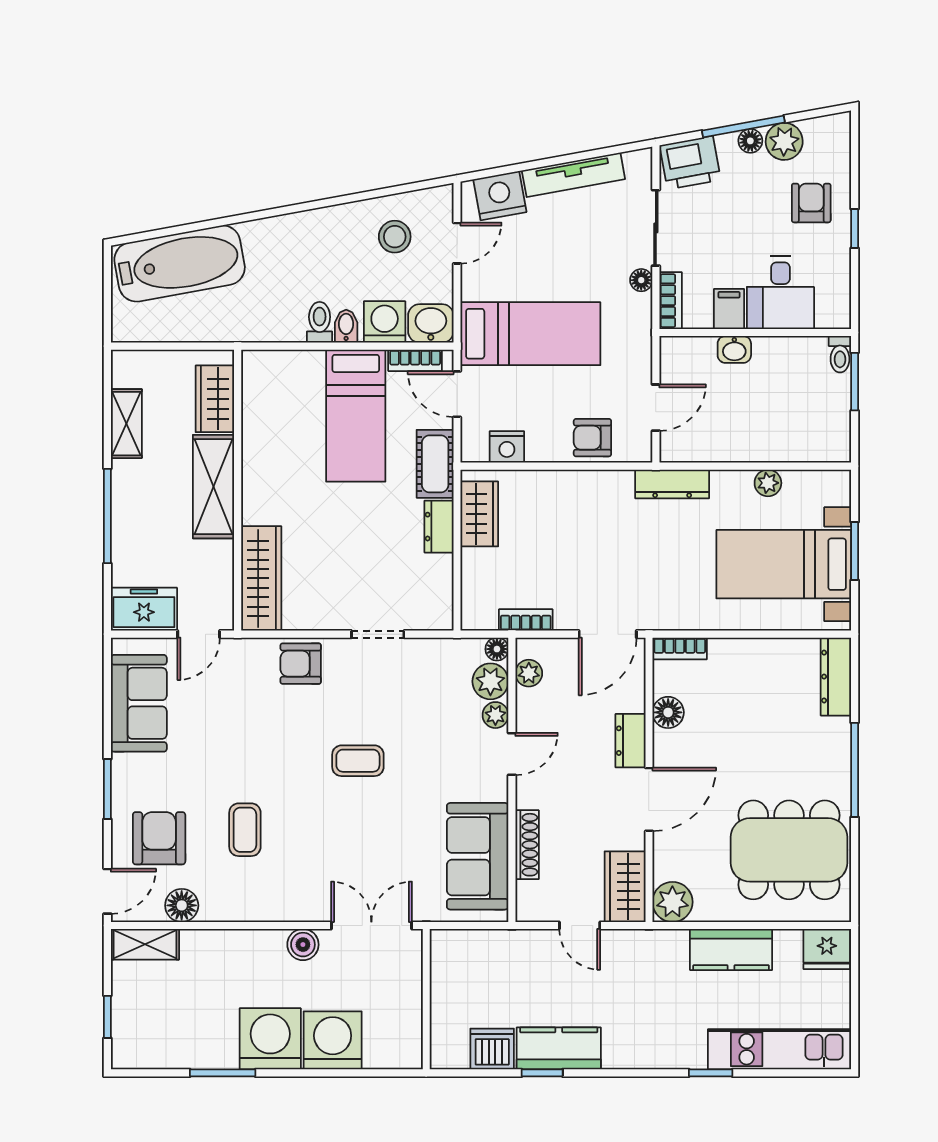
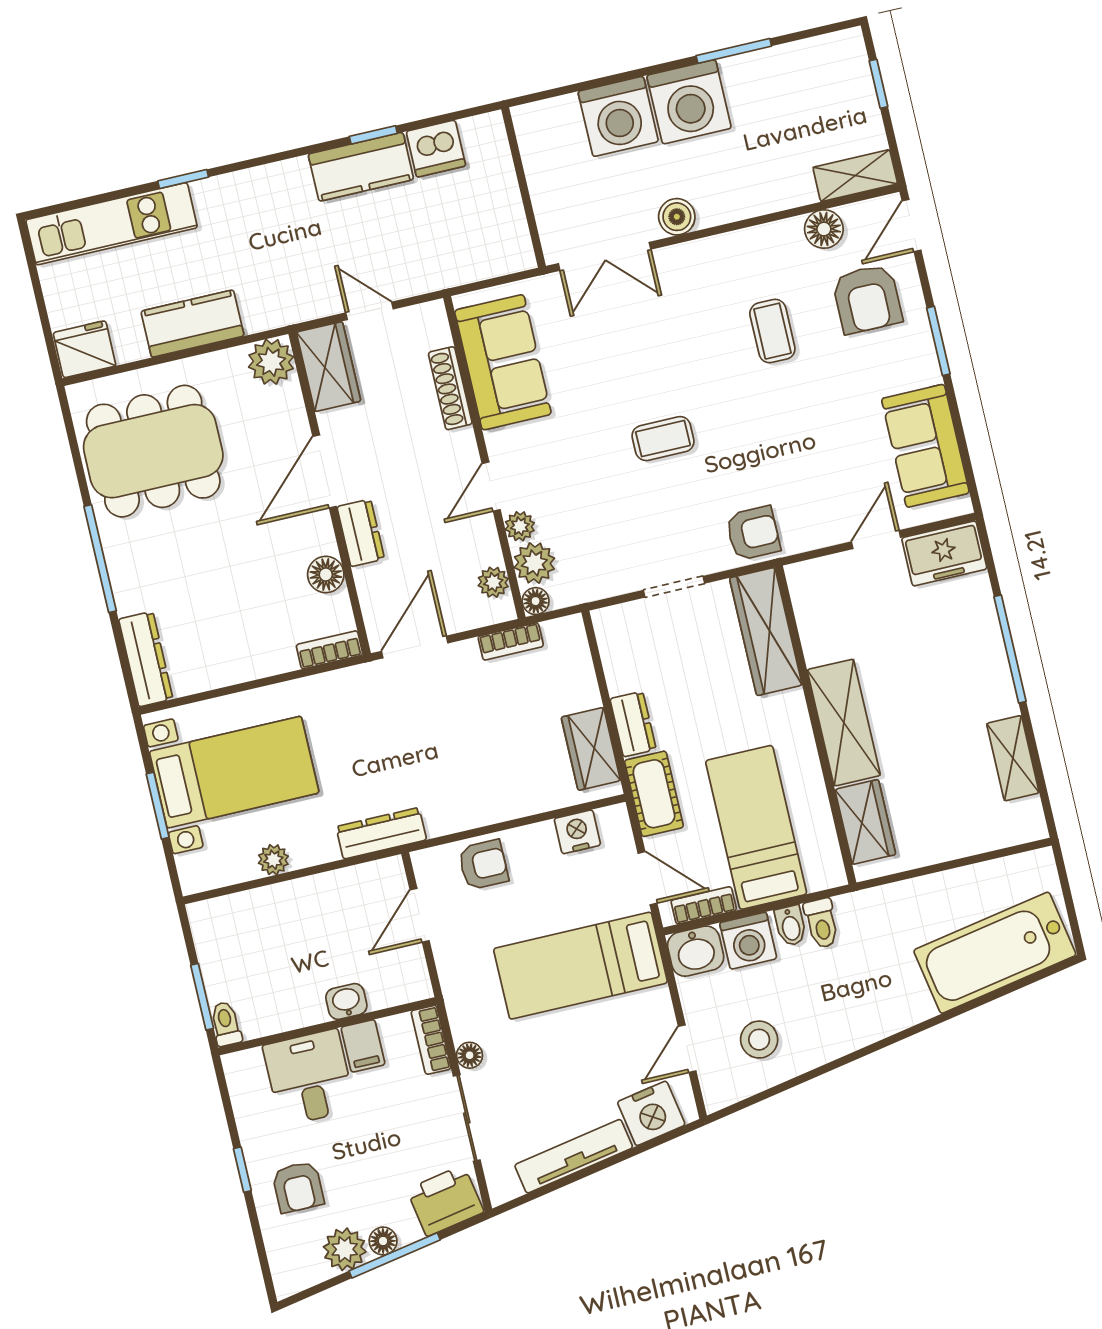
wardrobe: (215, 399) -> (865, 822), moved
shelving: (214, 487) -> (844, 723), moved
wall: (238, 490) -> (816, 725), moved
wardrobe: (261, 578) -> (766, 632), moved

